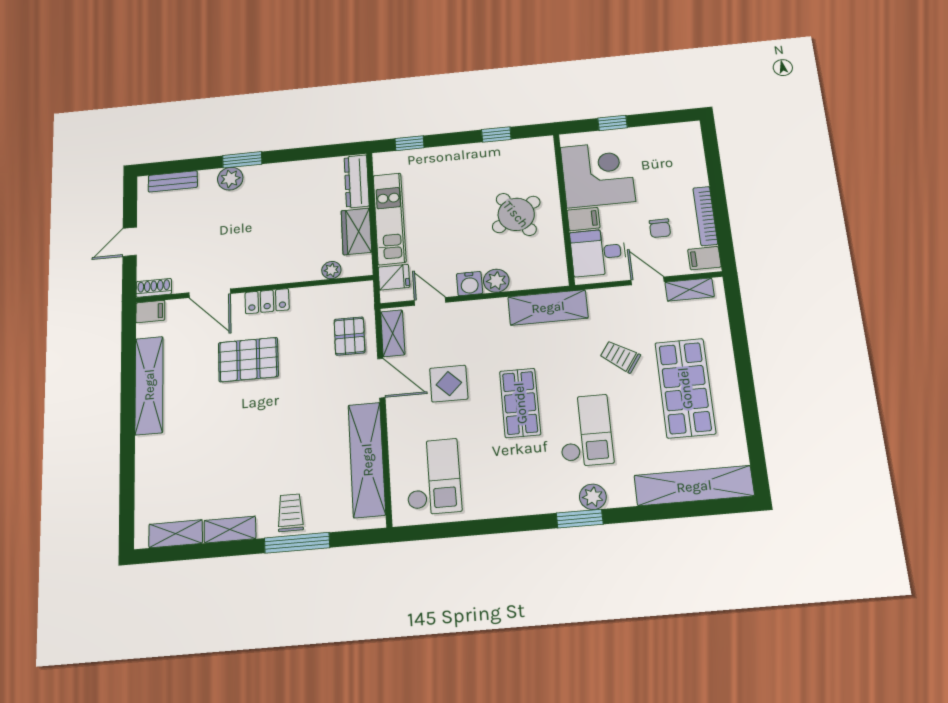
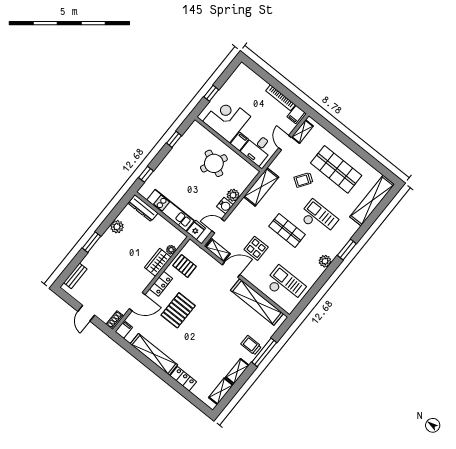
plant: (230, 179) -> (117, 227), moved
round table: (516, 214) -> (214, 163), turned -33
chair: (660, 228) -> (269, 118), removed
wardrobe: (356, 231) -> (158, 262), moved, turned 90
door: (648, 281) -> (285, 143), hinge flipped
pallet: (349, 336) -> (185, 266), moved
locker: (147, 460) -> (183, 379), added
plant: (593, 497) -> (325, 261), moved

